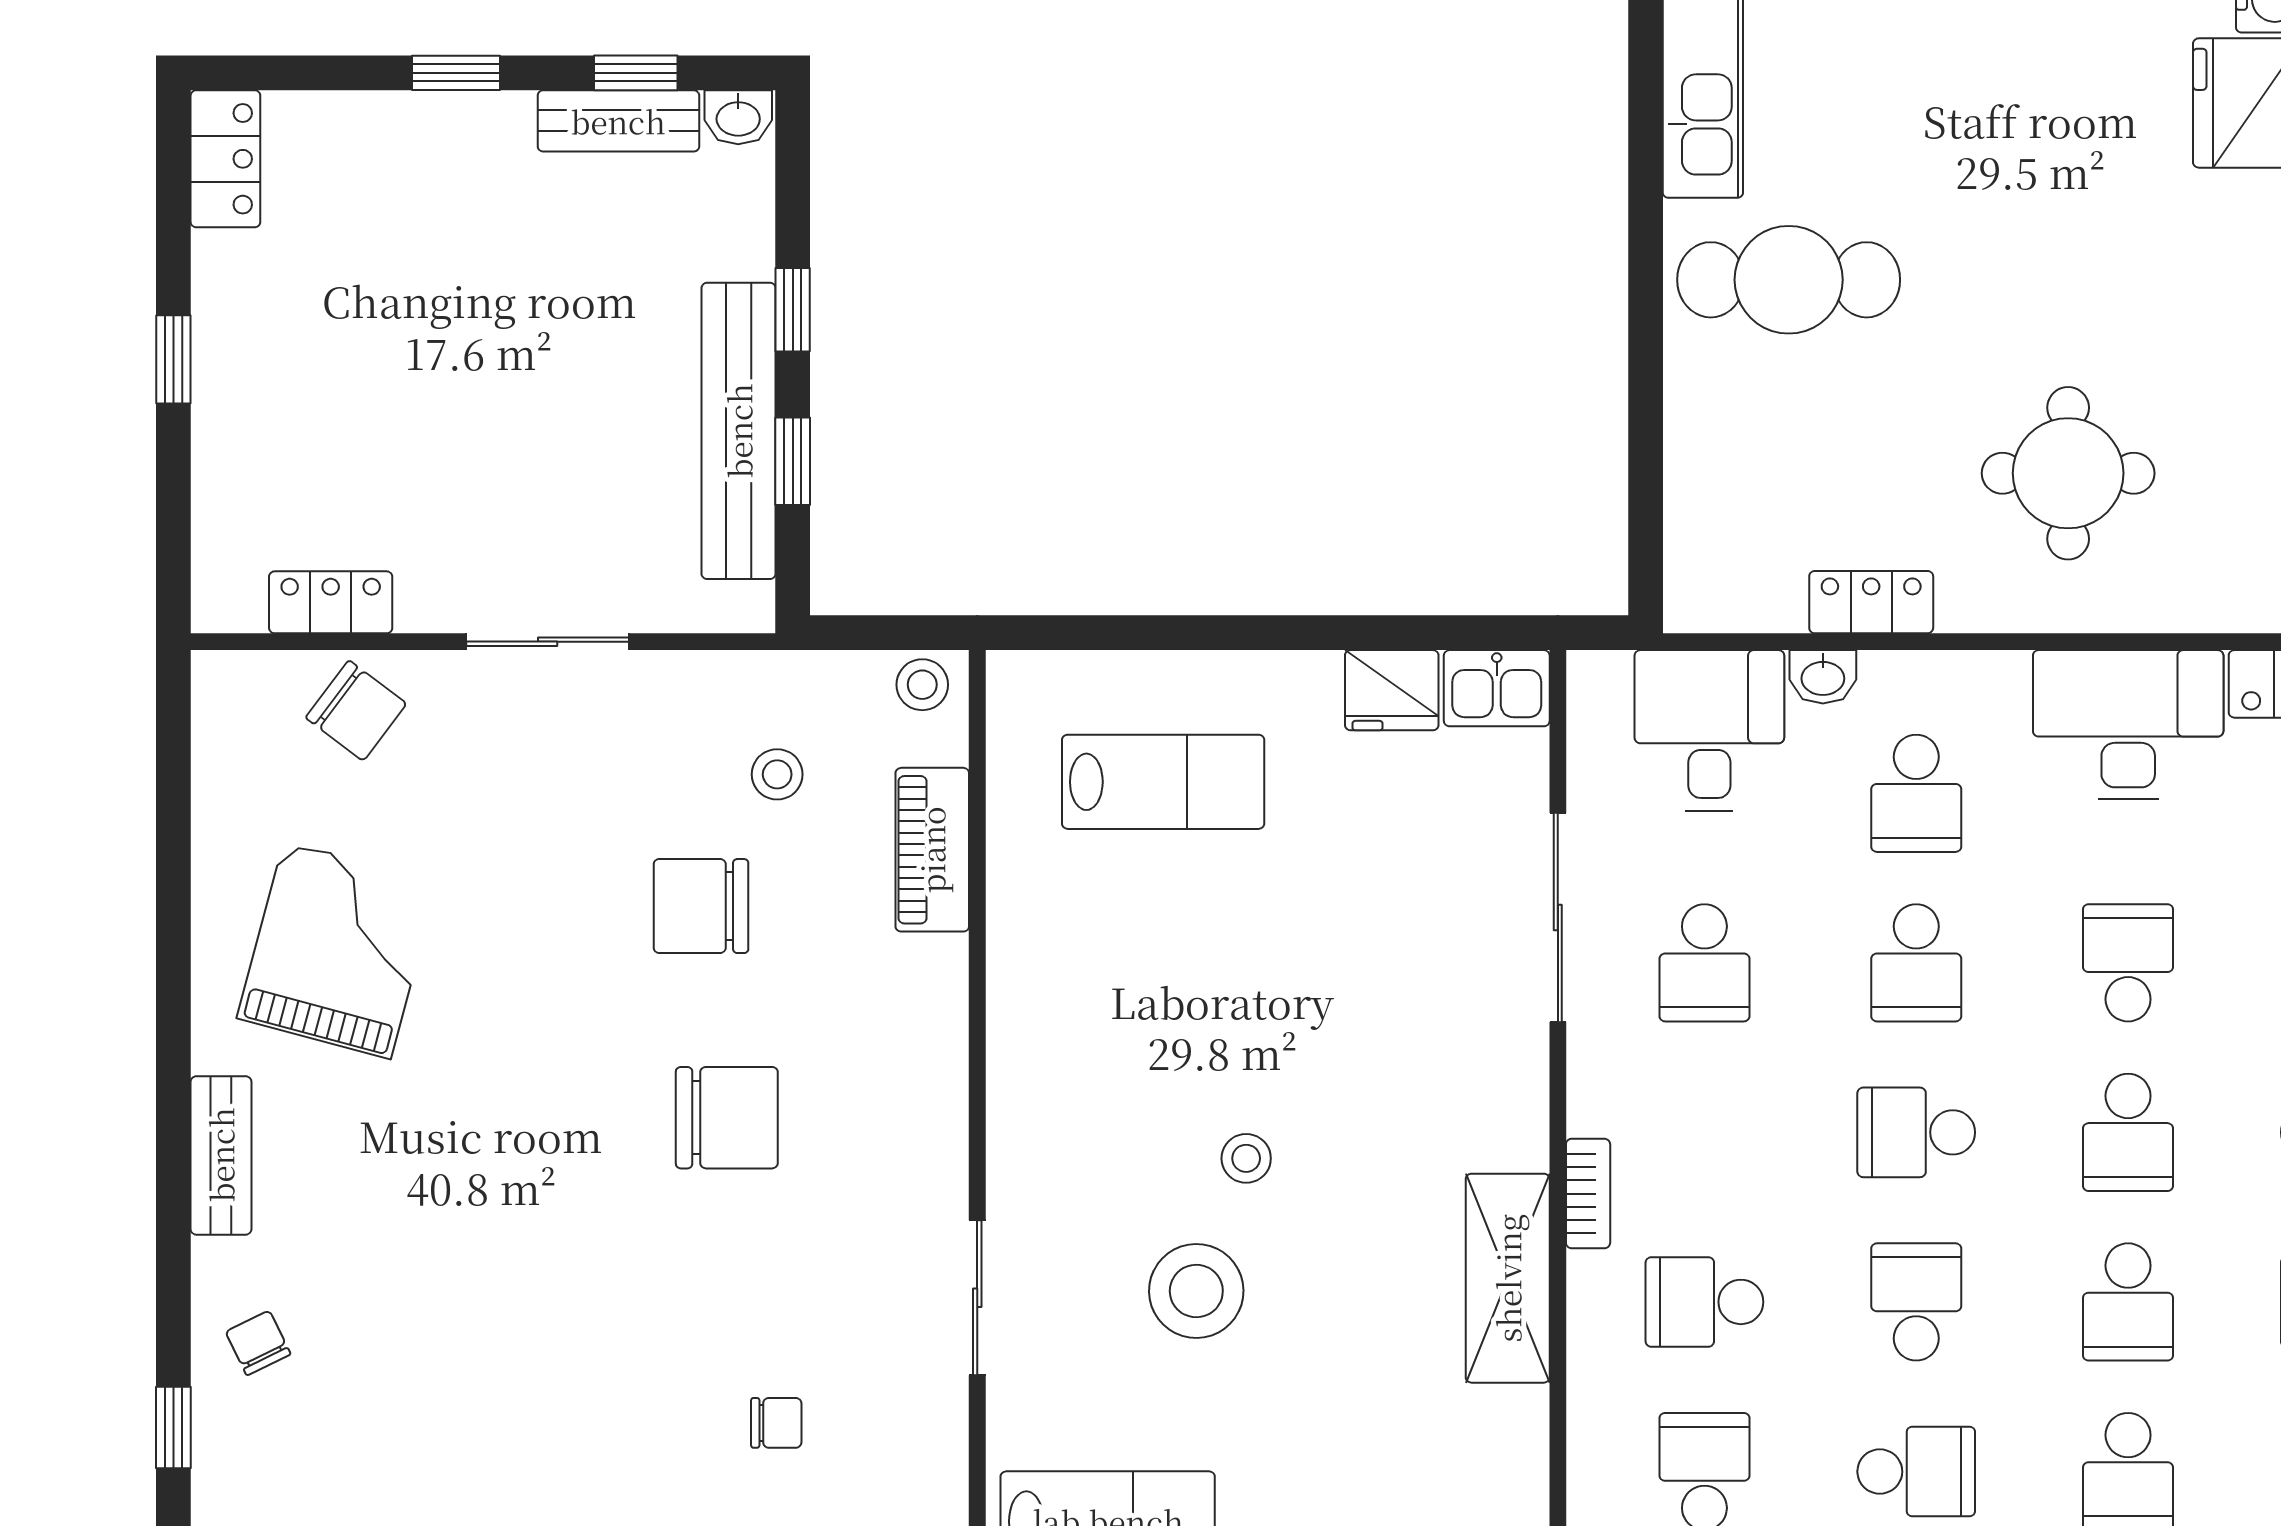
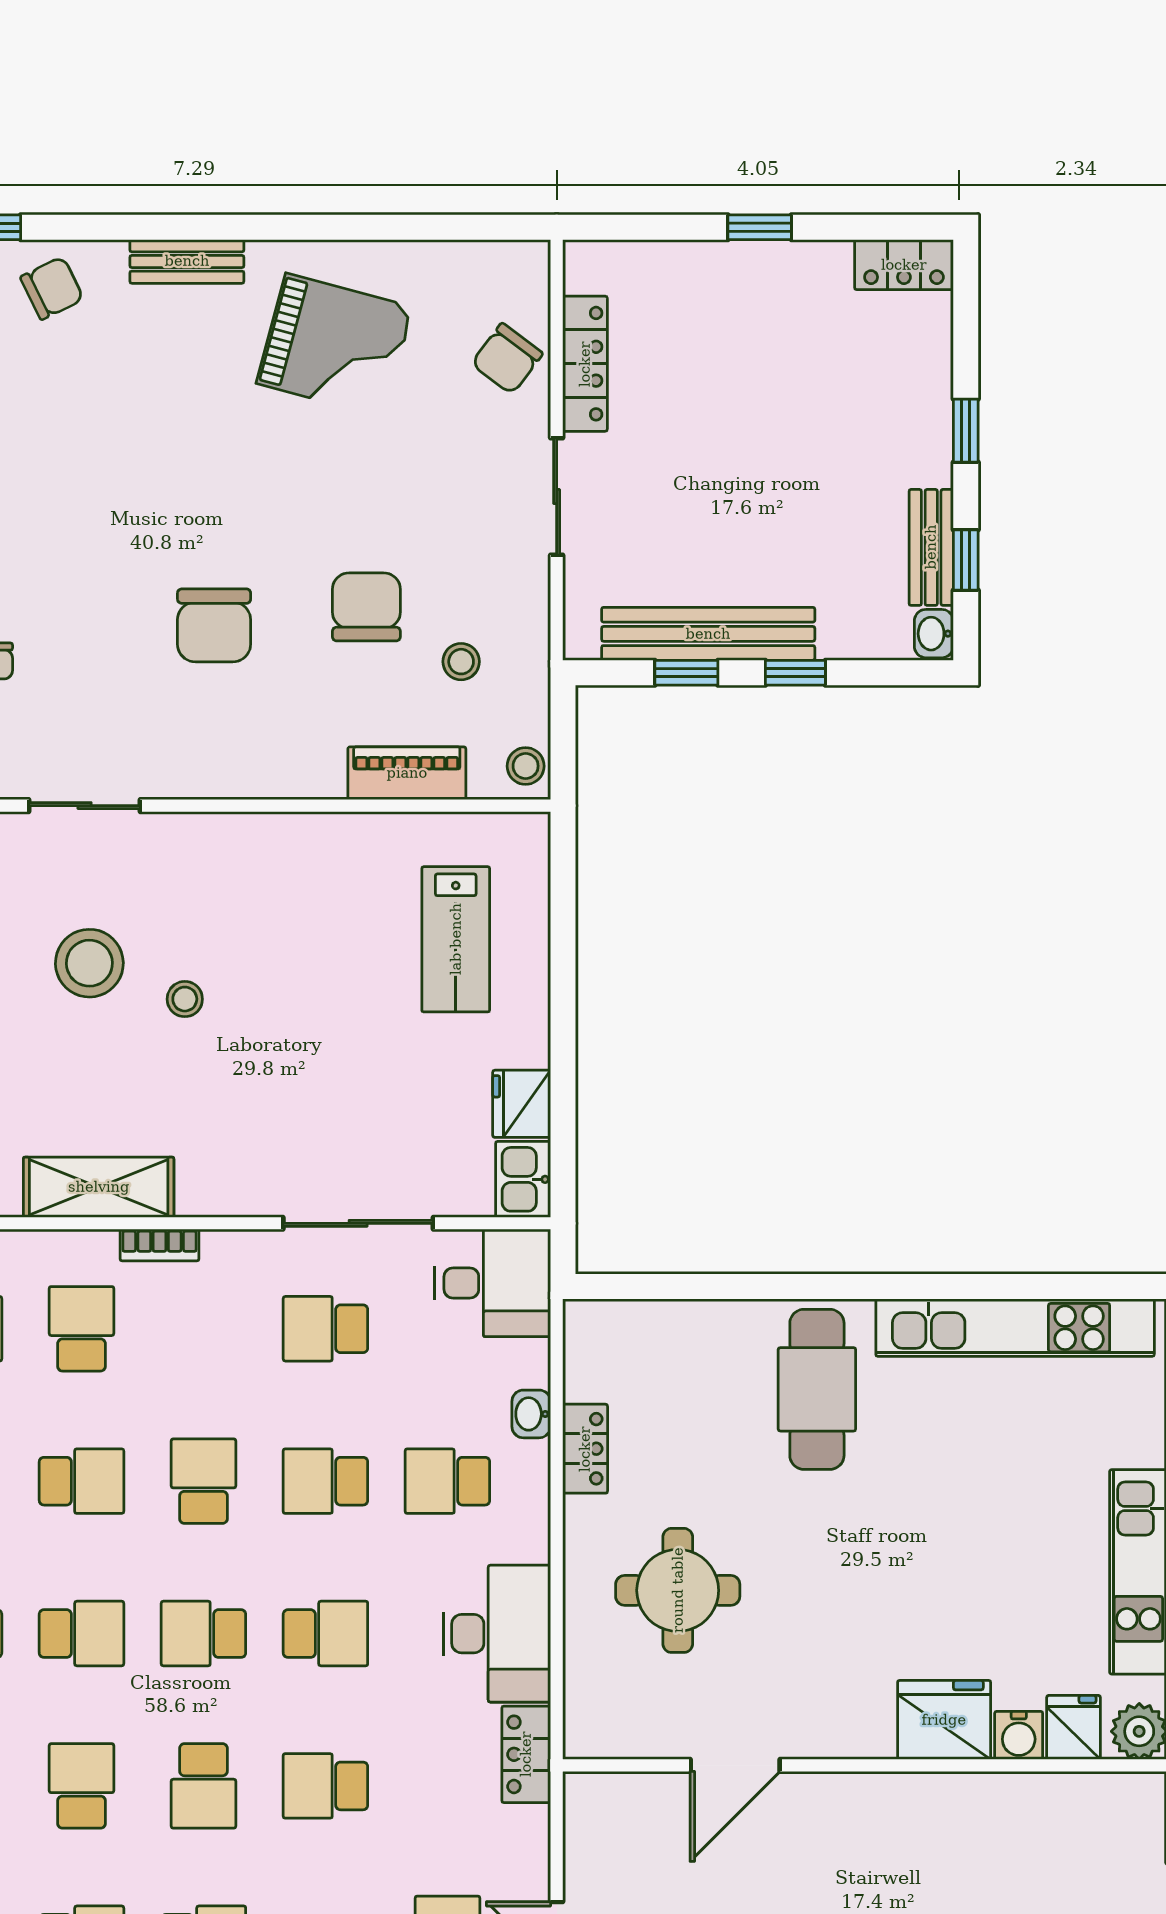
locker: (331, 602) -> (585, 364), width x1.53
desk: (1709, 730) -> (493, 1283), moved
school desk: (2128, 1302) -> (81, 1634), turned 180
chair: (258, 1343) -> (52, 288), width x1.37, depth x1.37

